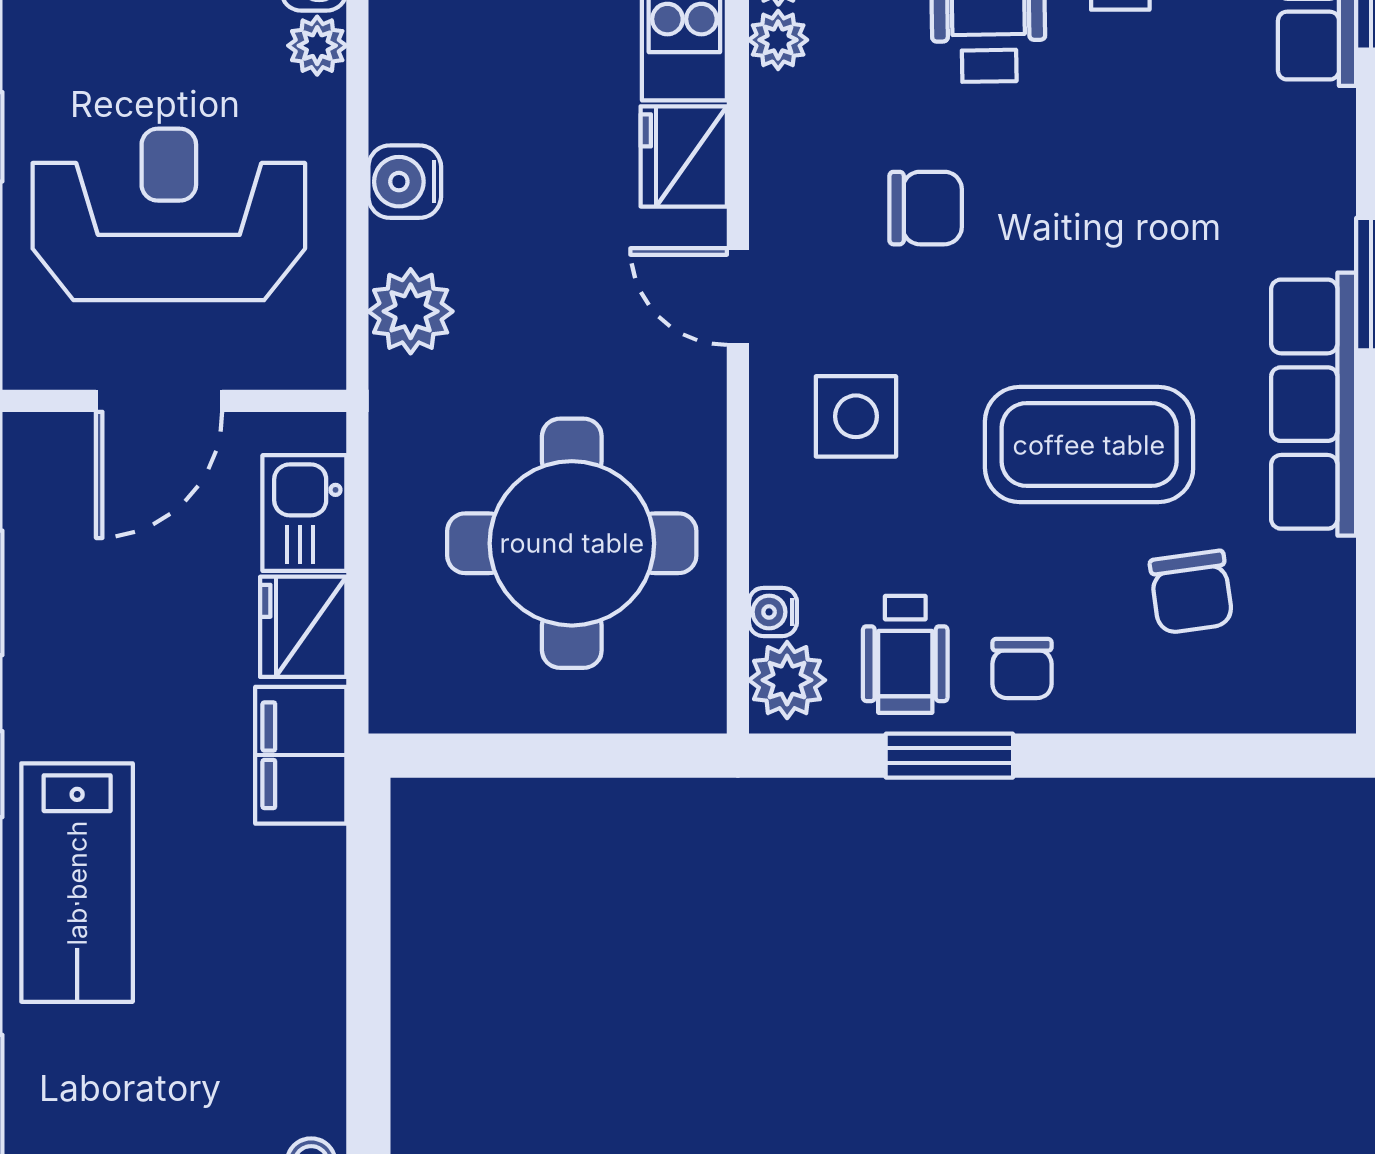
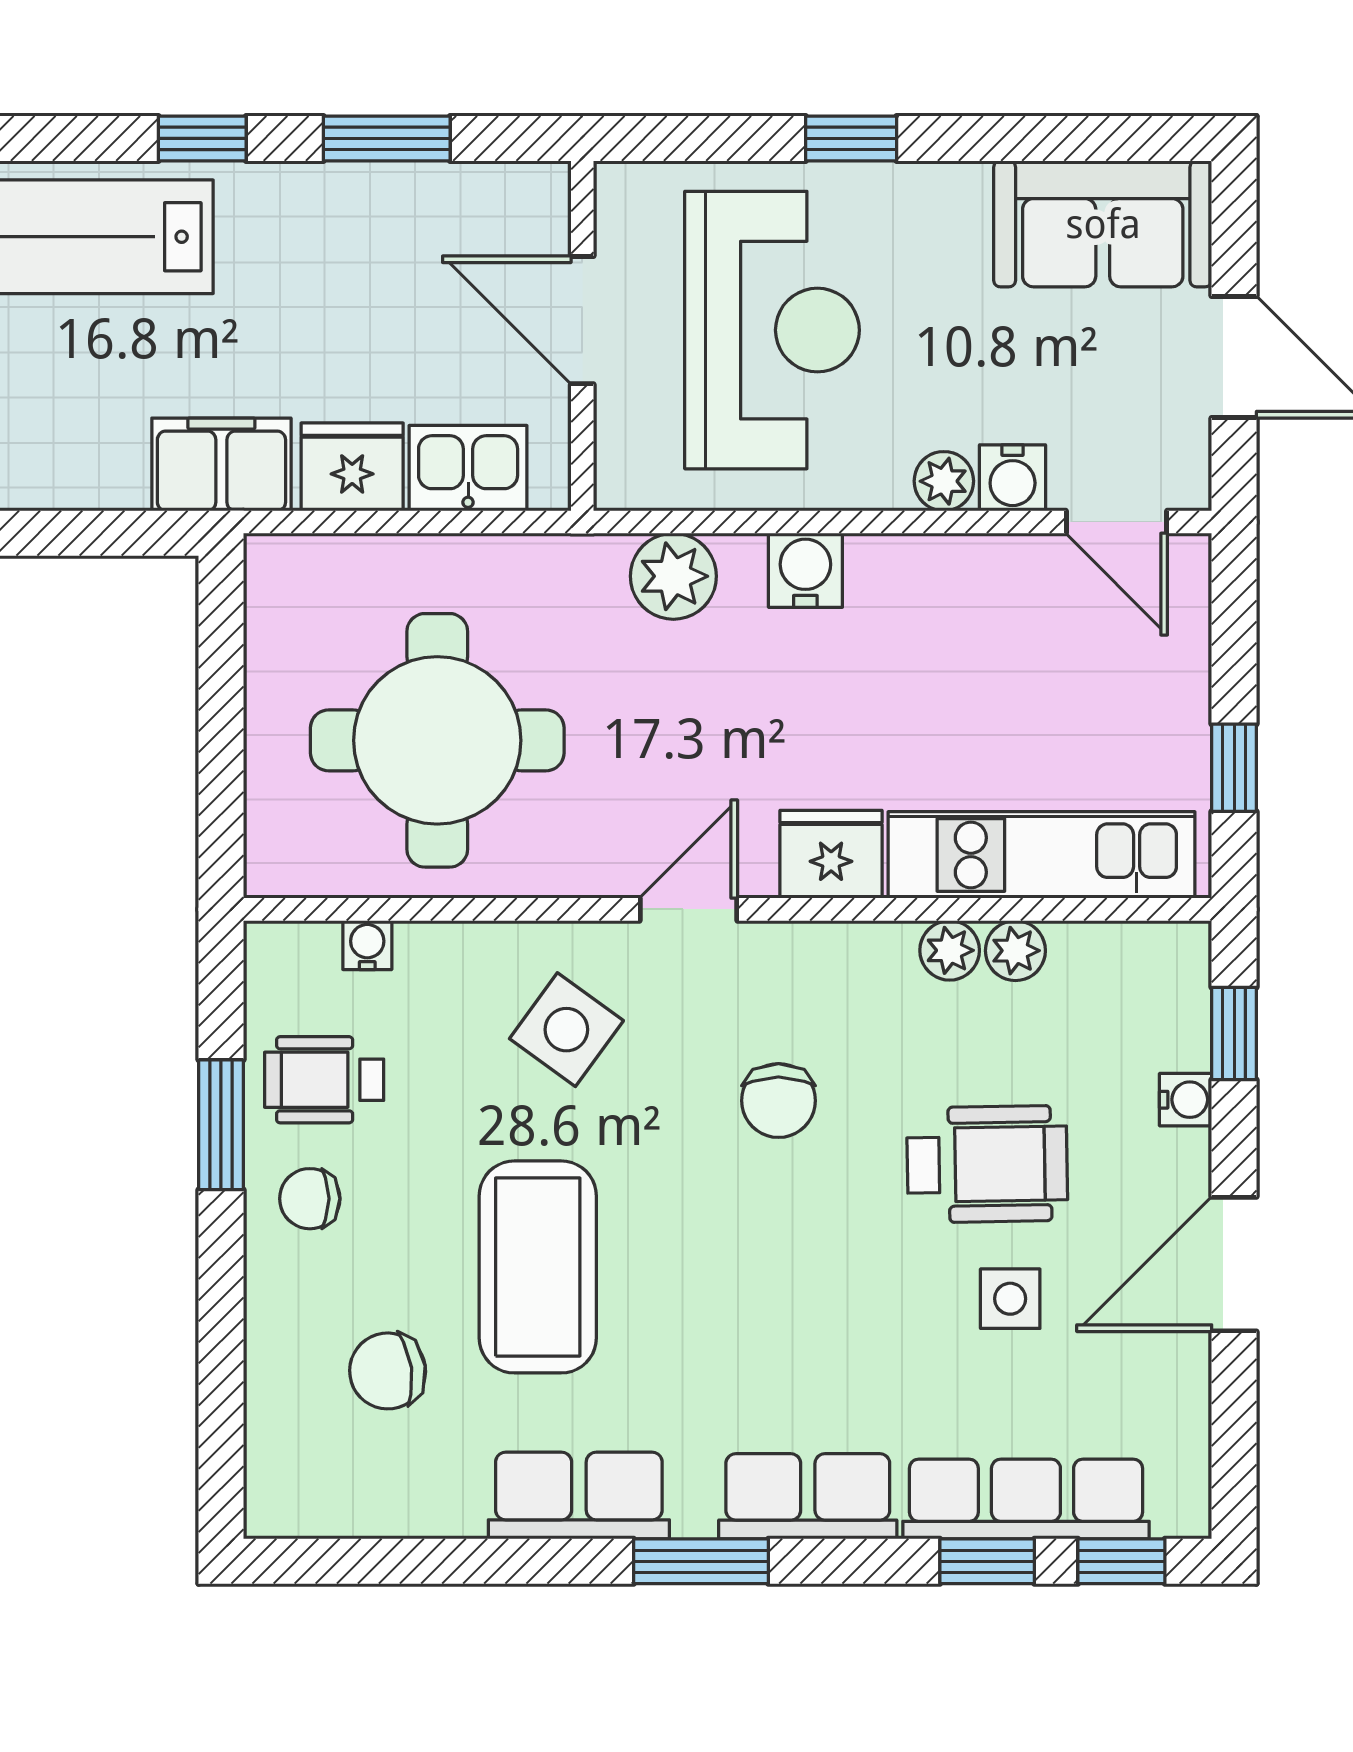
row of seats: (1314, 179) -> (808, 1496), added
row of seats: (1314, 404) -> (579, 1496), width x0.68
side table: (856, 416) -> (566, 1030), turned 36
plant: (787, 680) -> (298, 959), removed

